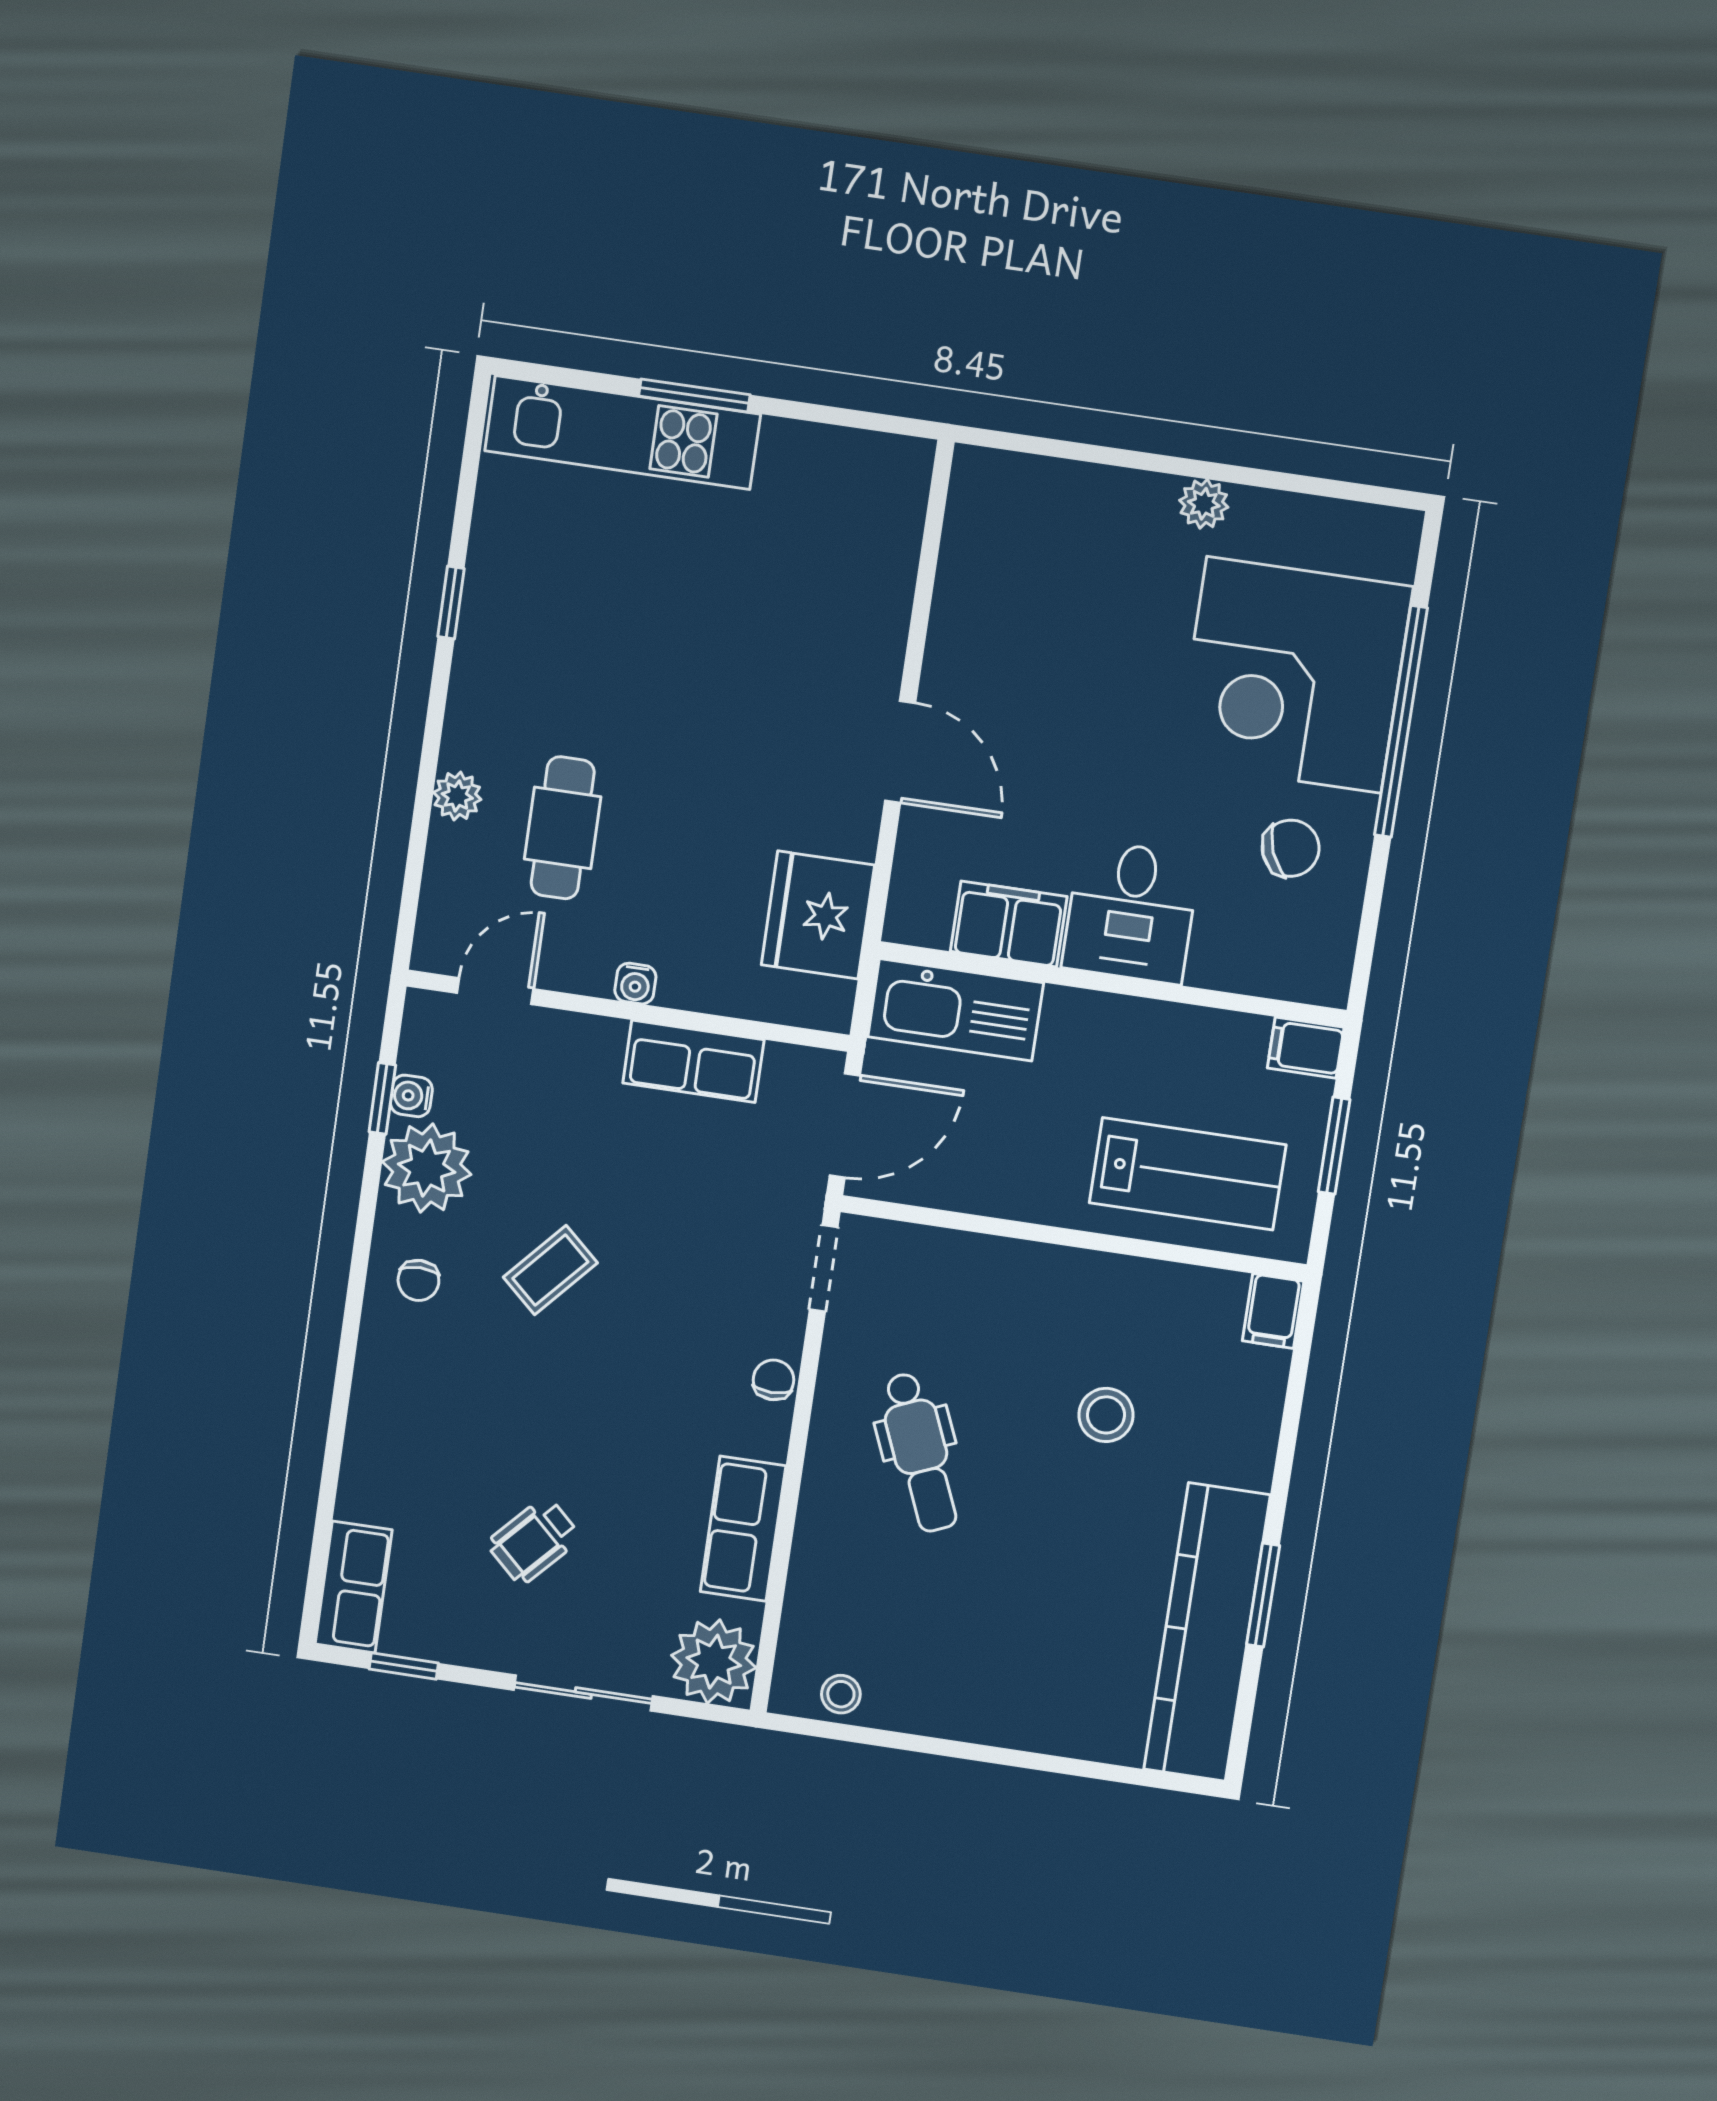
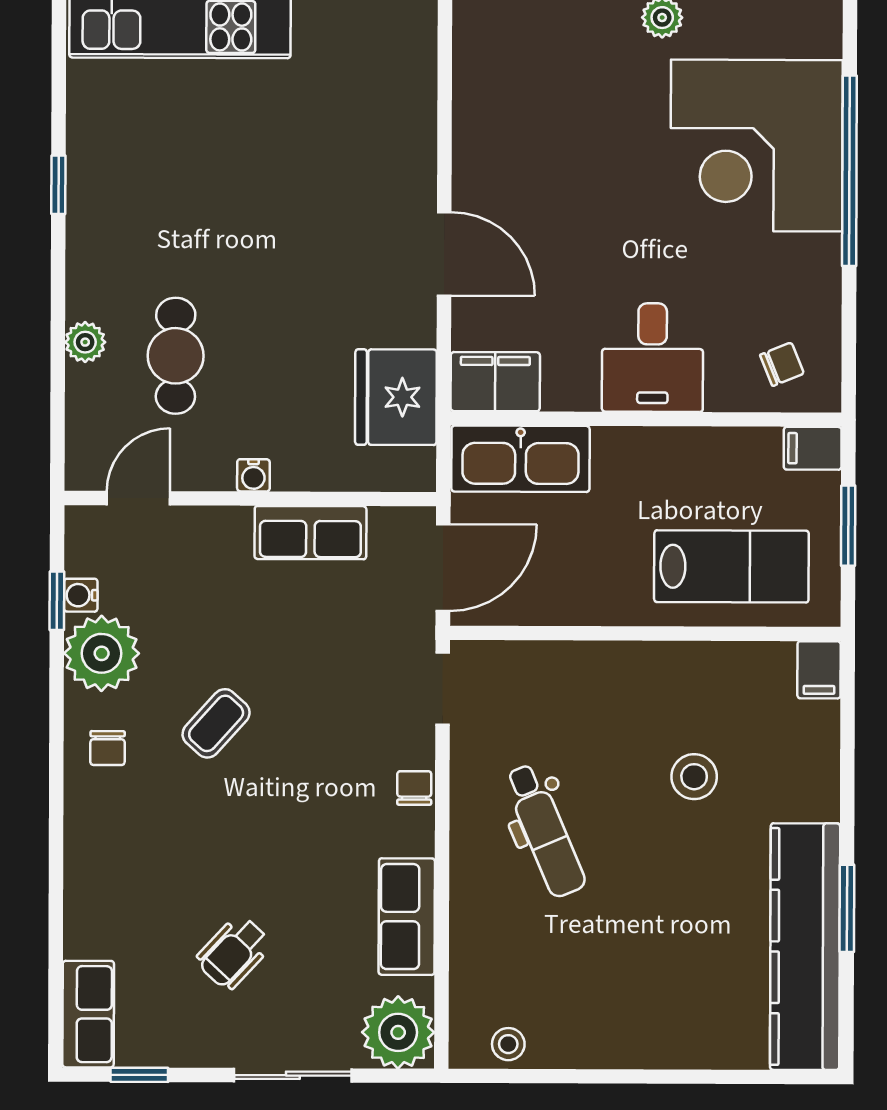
chair: (1291, 848) -> (782, 364), moved, width x0.73, depth x0.73
filing cabinet: (1009, 924) -> (495, 382), moved

